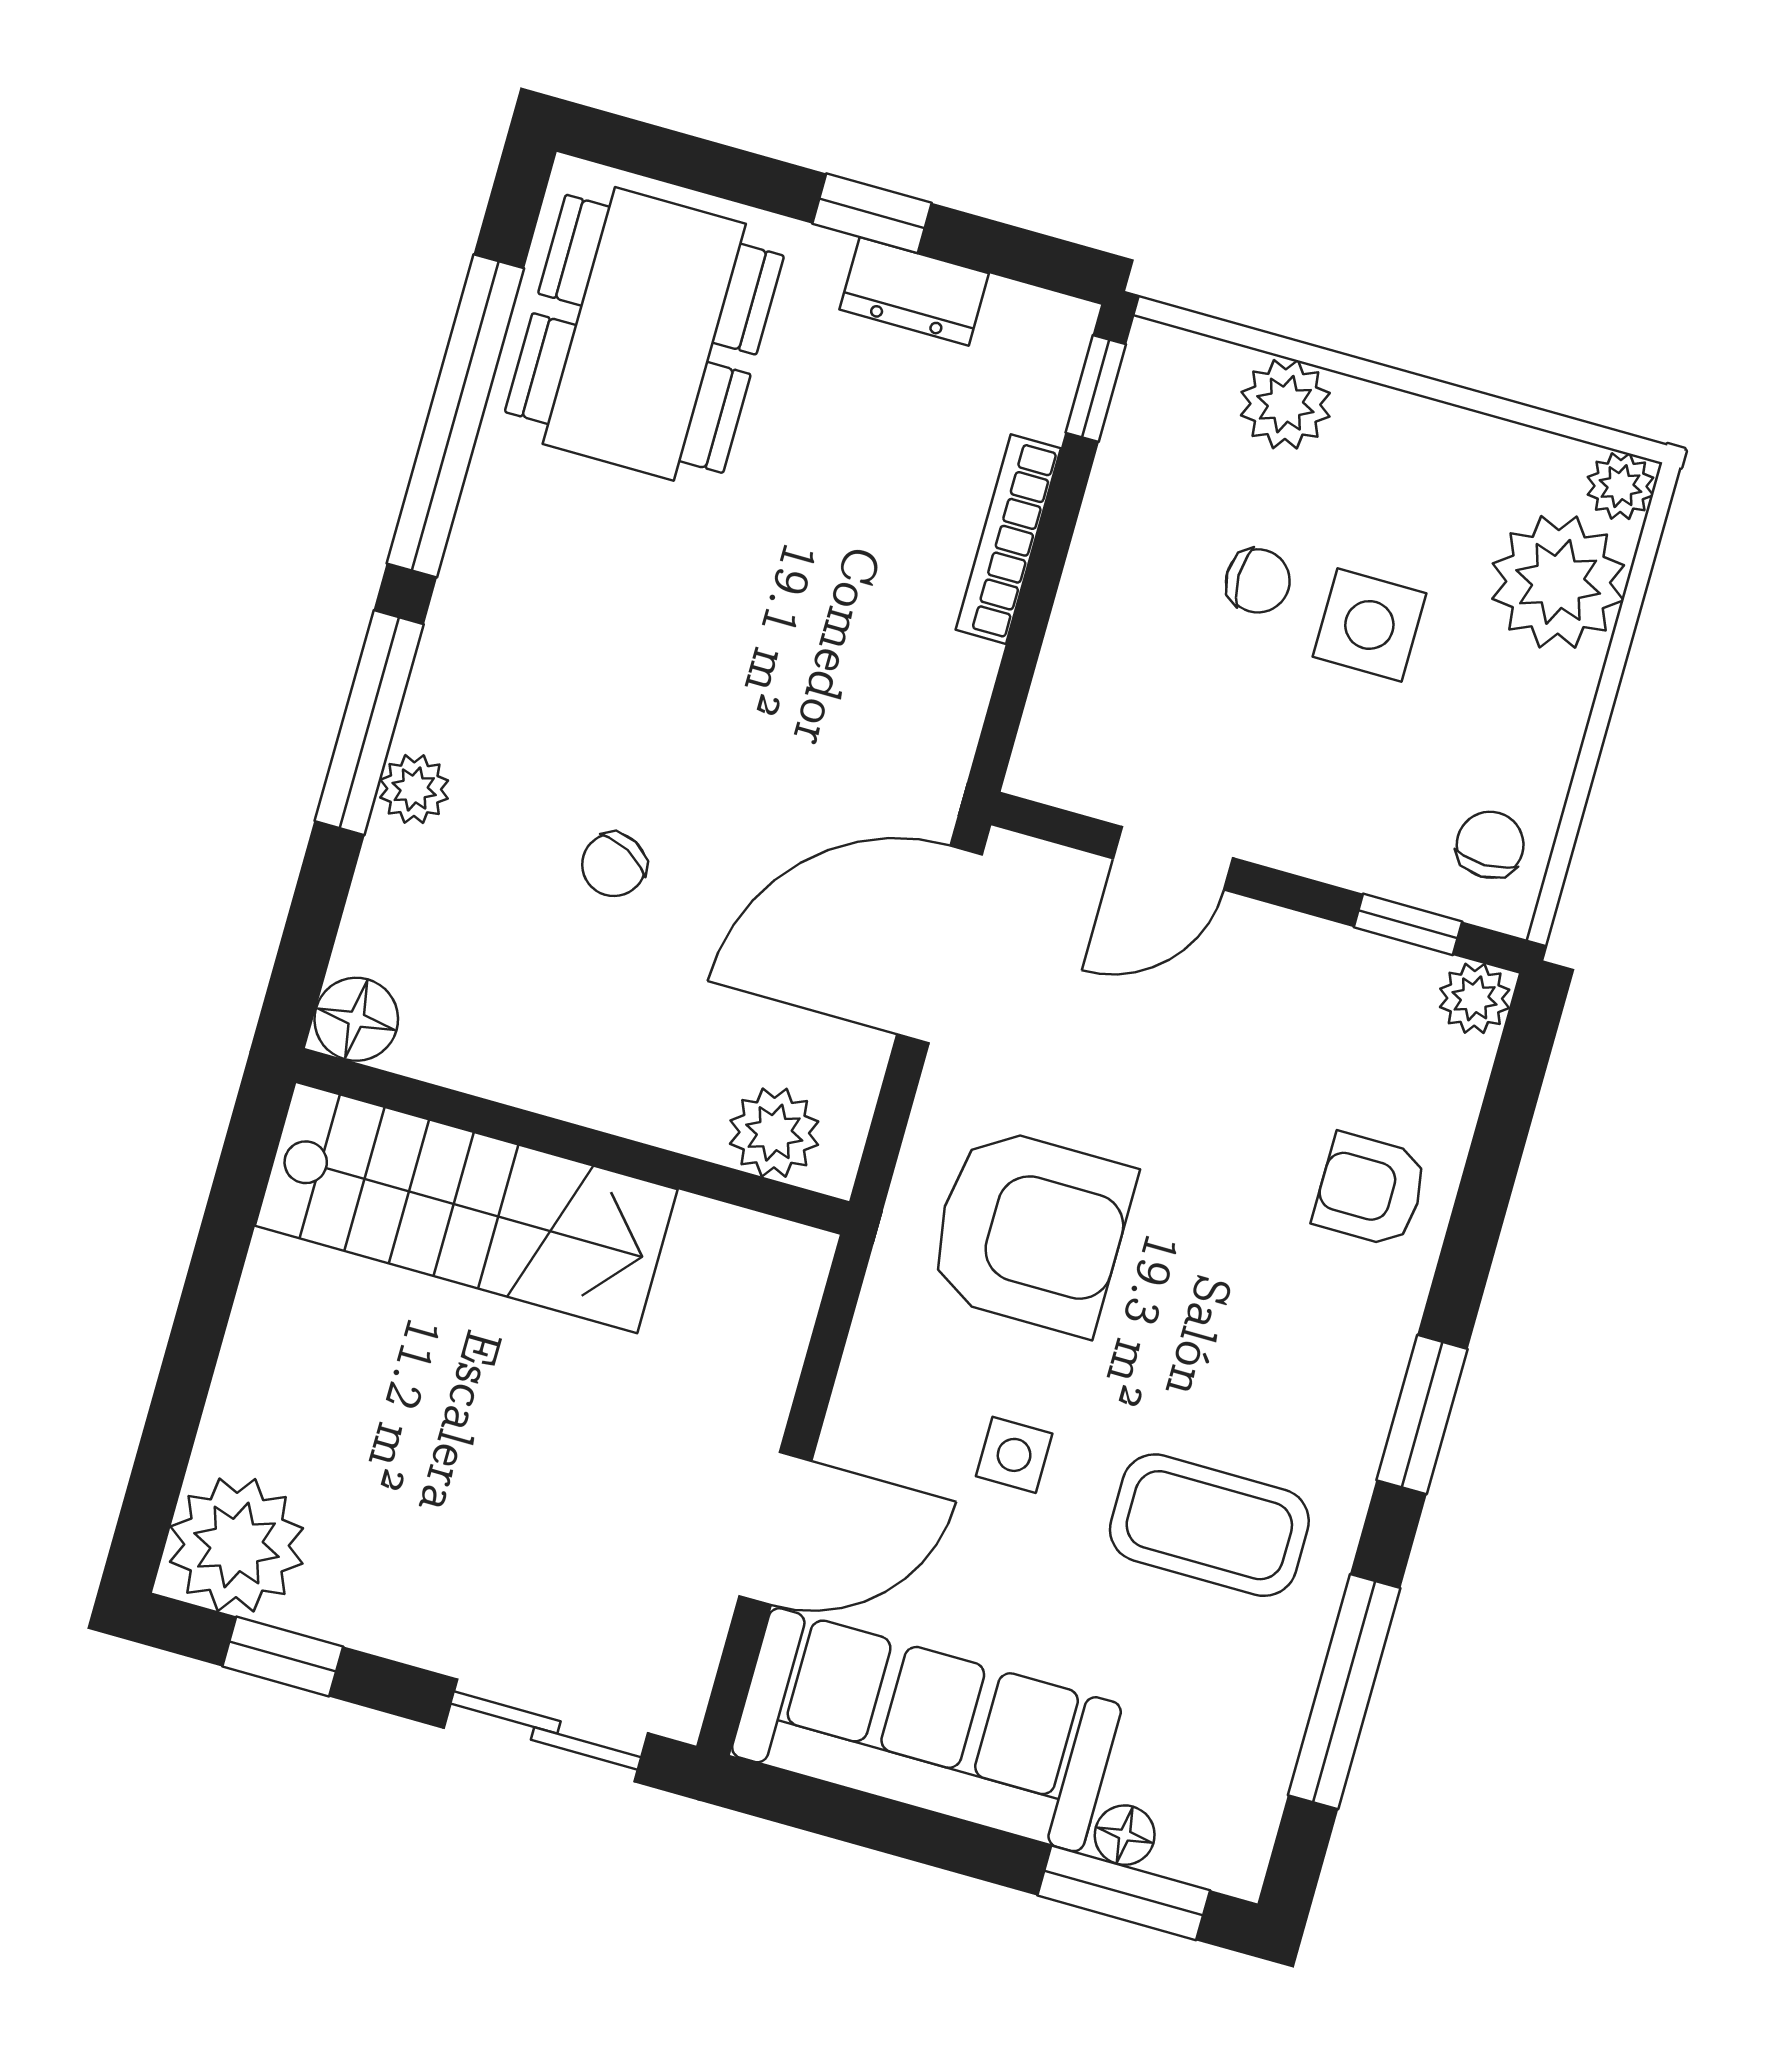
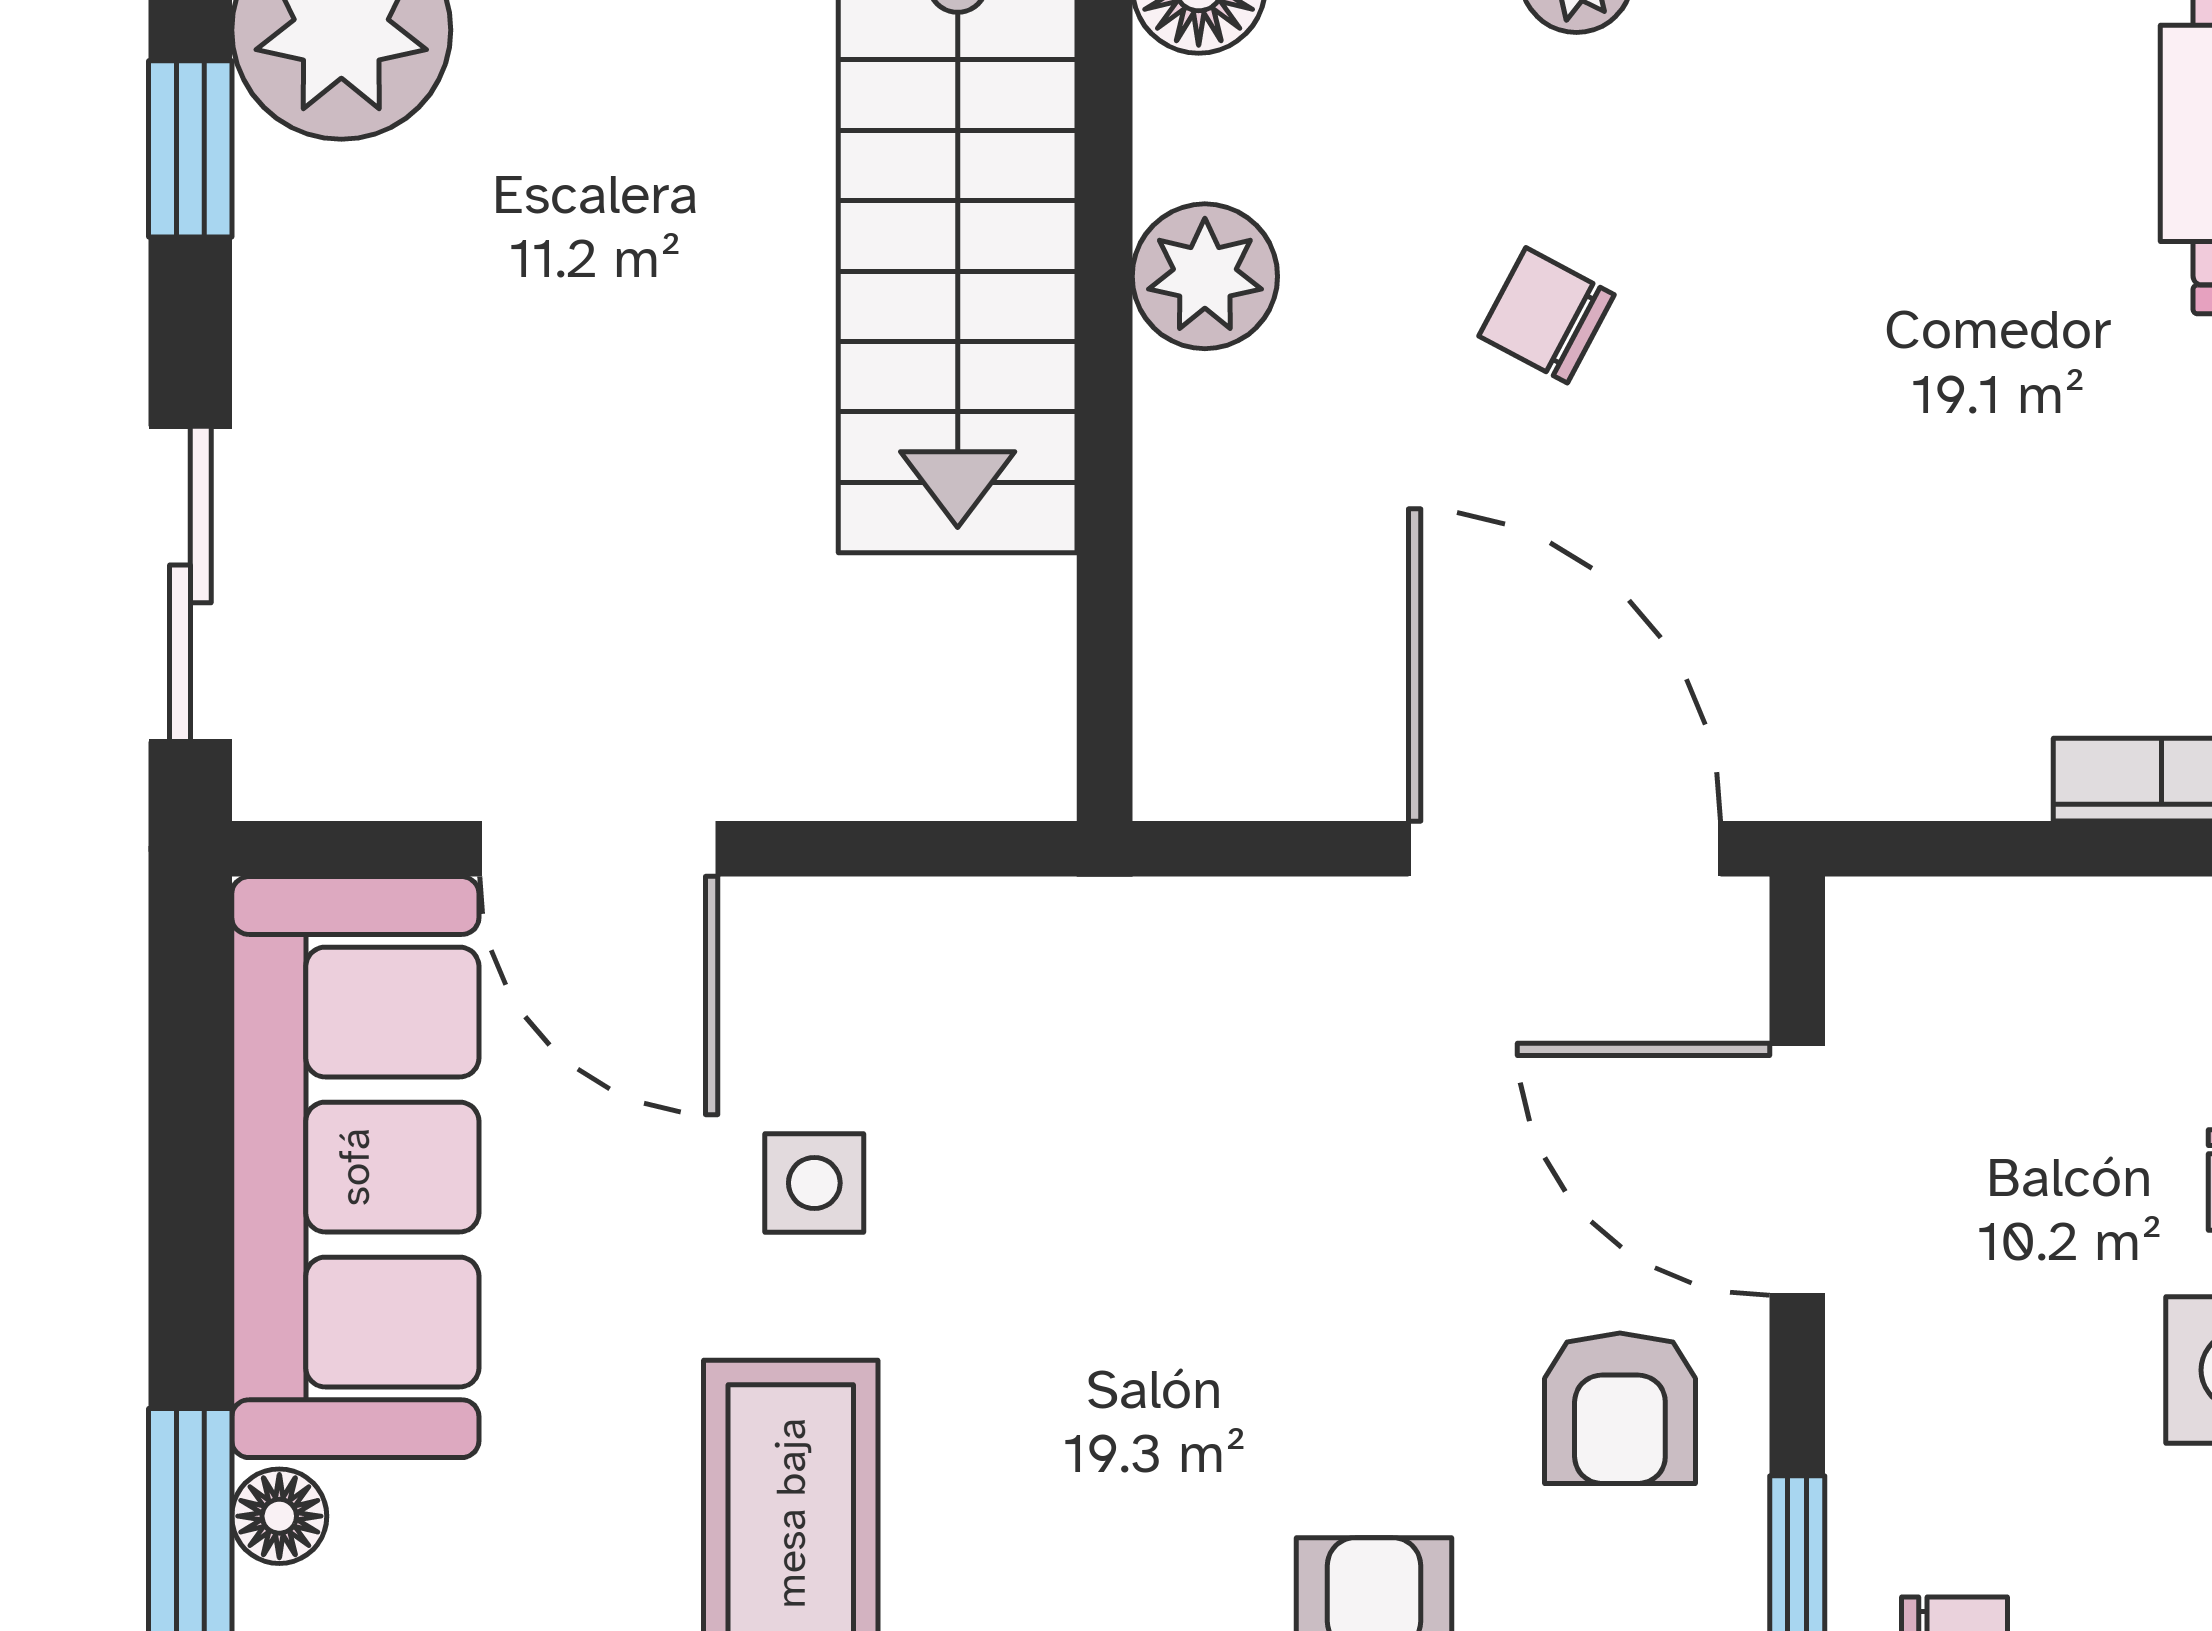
door: (1173, 858) -> (1797, 1169), width x1.38
plant: (774, 1133) -> (1205, 276), moved
armchair: (1030, 1231) -> (1620, 1408), moved, width x0.53, depth x0.53

